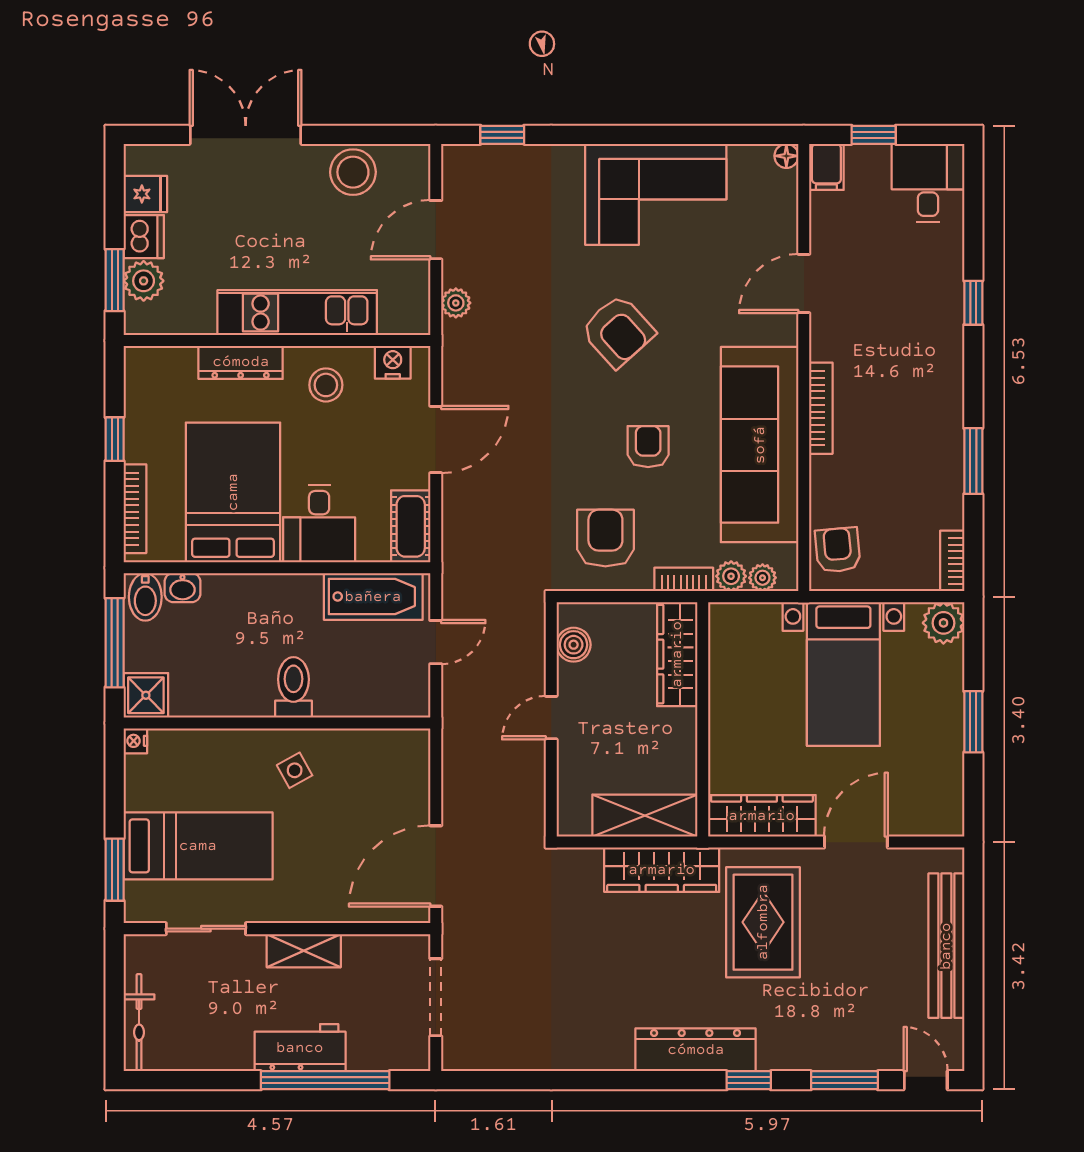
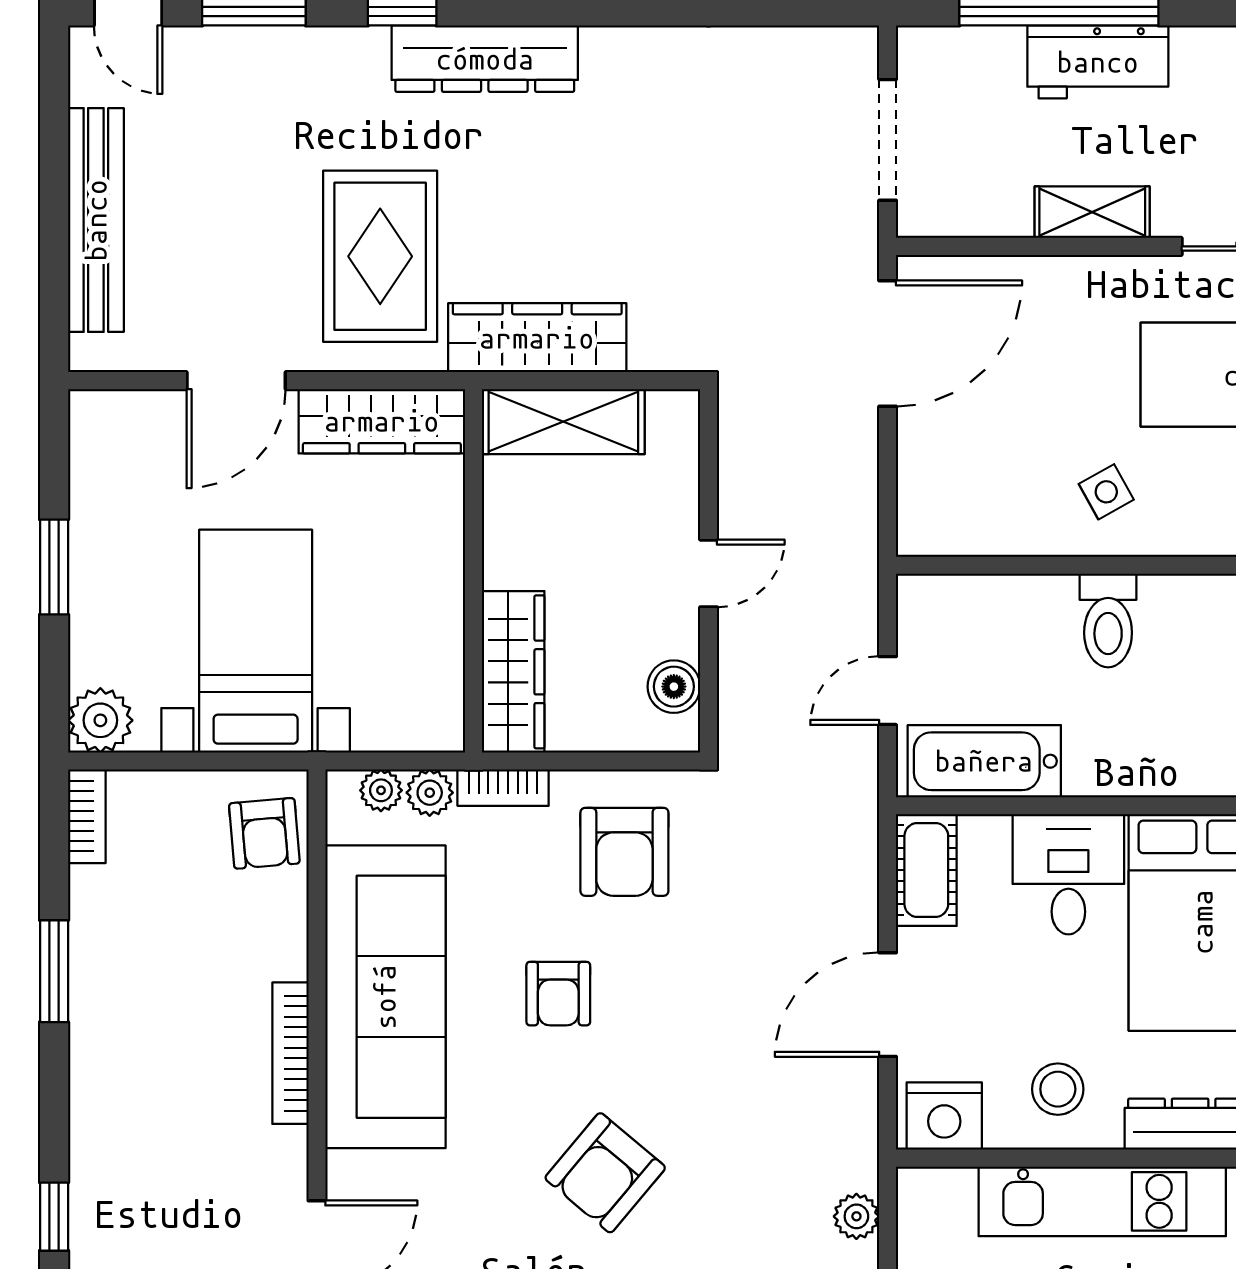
armchair: (618, 331) -> (605, 1173), turned -98
nightstand: (393, 362) -> (944, 1116), width x1.36, depth x1.33

